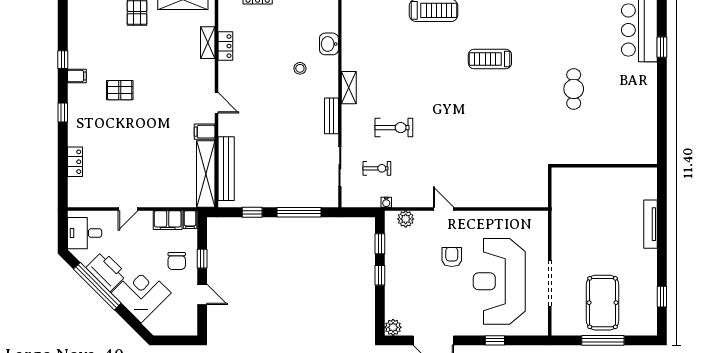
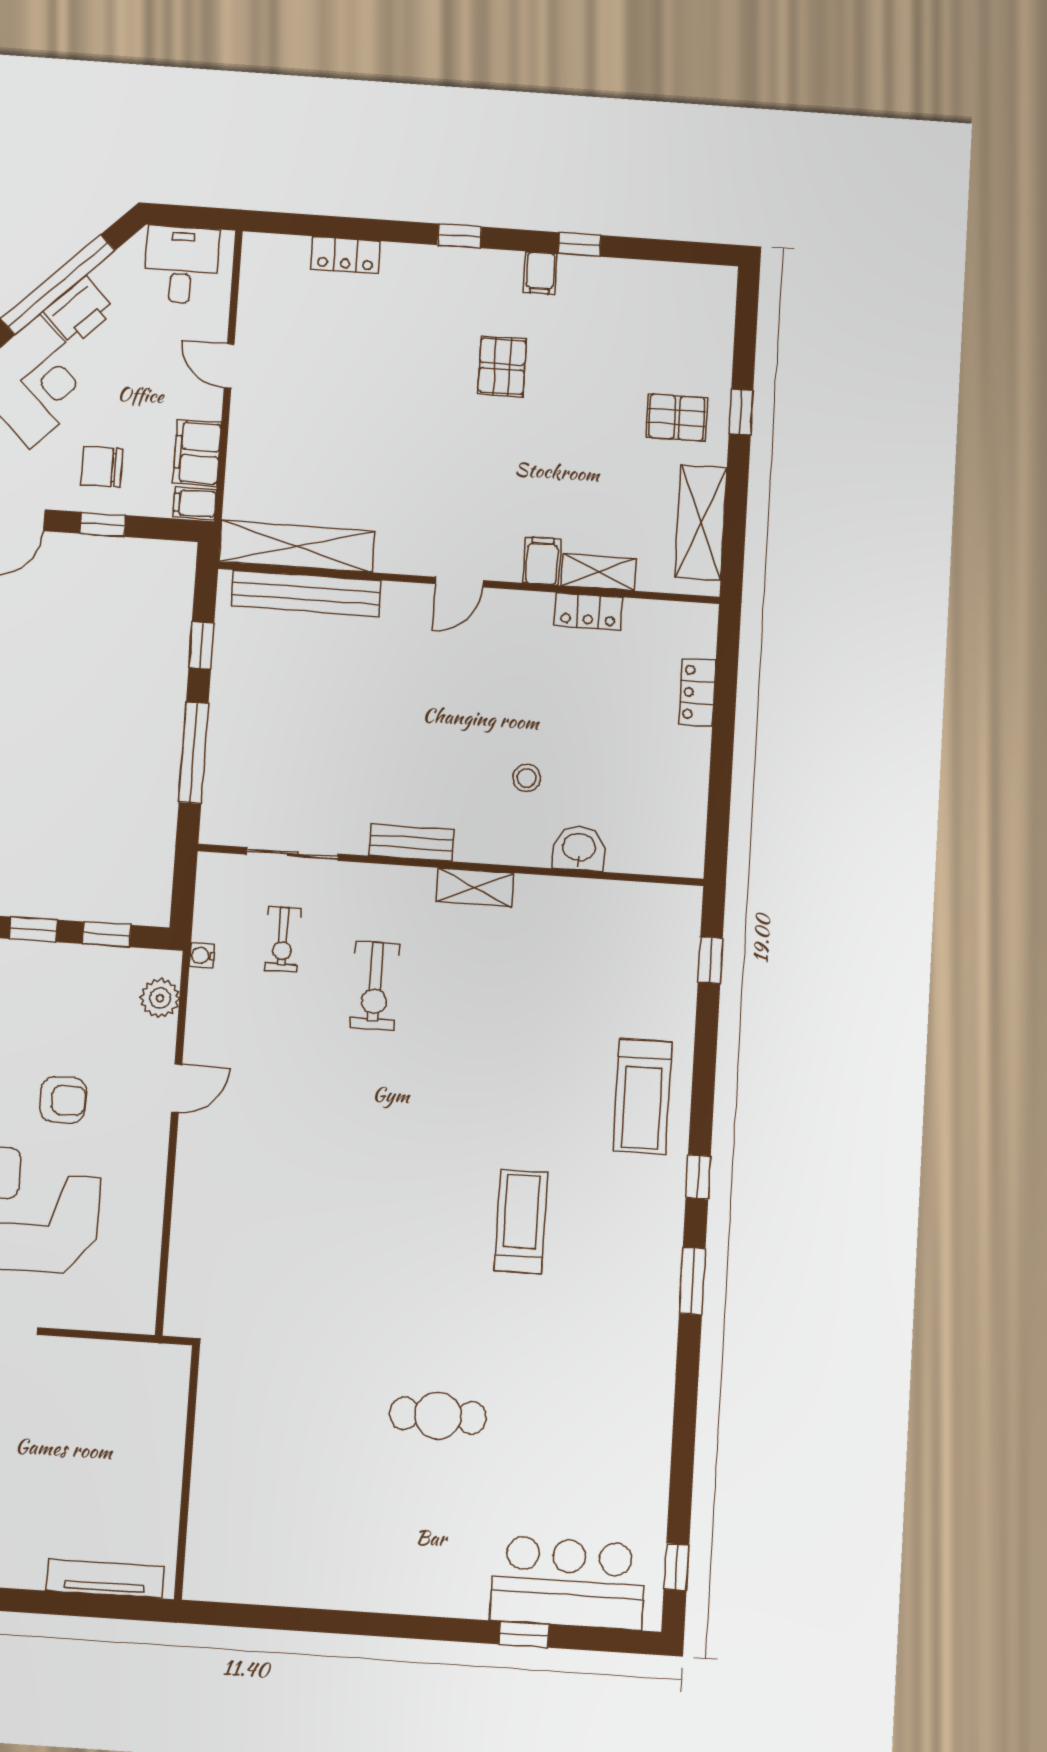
filing cabinet: (205, 132) -> (542, 561), moved
wall: (604, 166) -> (187, 1472), moved
printer: (106, 271) -> (80, 311), width x0.73, depth x0.84

